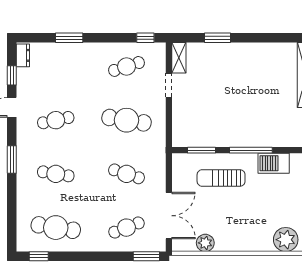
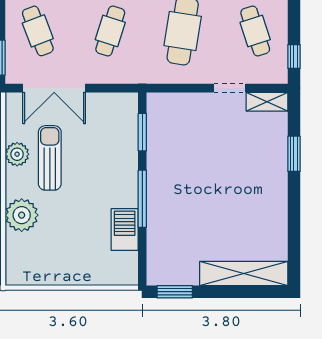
sun lounger: (221, 178) -> (50, 158), moved
plant: (286, 240) -> (22, 215), moved
plant: (205, 243) -> (17, 154), moved

